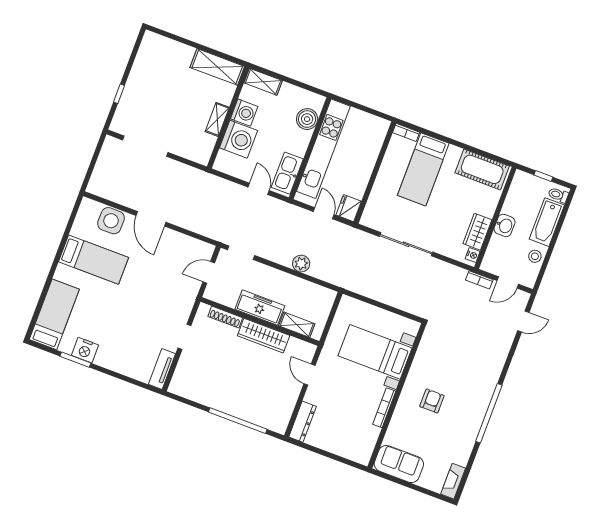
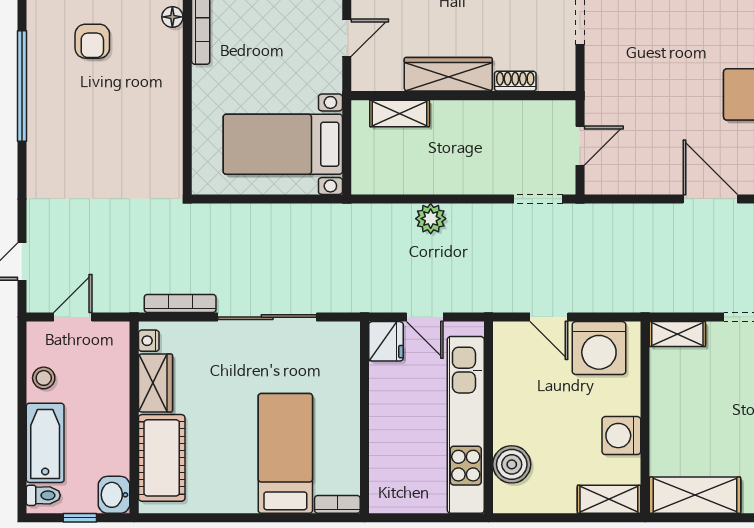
shelving: (217, 119) -> (677, 334), moved, turned 90
washing machine: (238, 139) -> (599, 348), moved, turned -90
cot: (482, 169) -> (162, 458), moved, turned 90
kitchen sink: (287, 173) -> (511, 361), removed
washbasin: (504, 225) -> (114, 495), moved
bookcase: (479, 280) -> (180, 303), moved, width x1.56
freezer: (260, 308) -> (472, 119), removed
shoe rack: (225, 317) -> (515, 81), width x0.70
bed with nightstands: (375, 352) -> (283, 144), moved, turned 180
door: (310, 375) -> (347, 38), hinge flipped
armchair: (432, 401) -> (92, 41), moved
floor lamp: (397, 420) -> (172, 17), added

